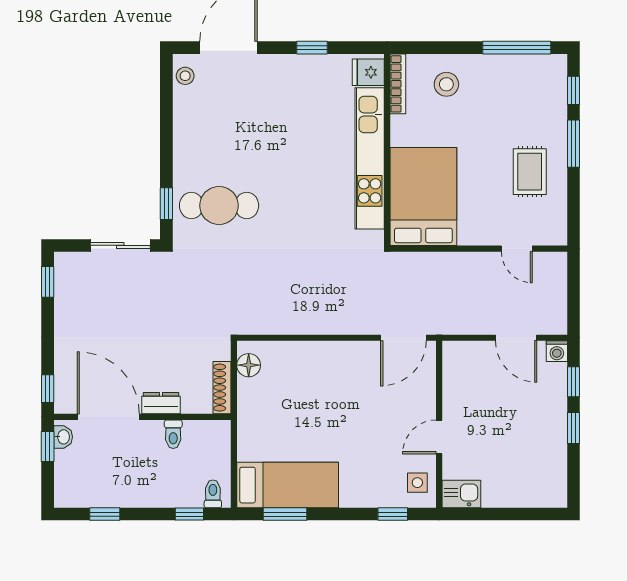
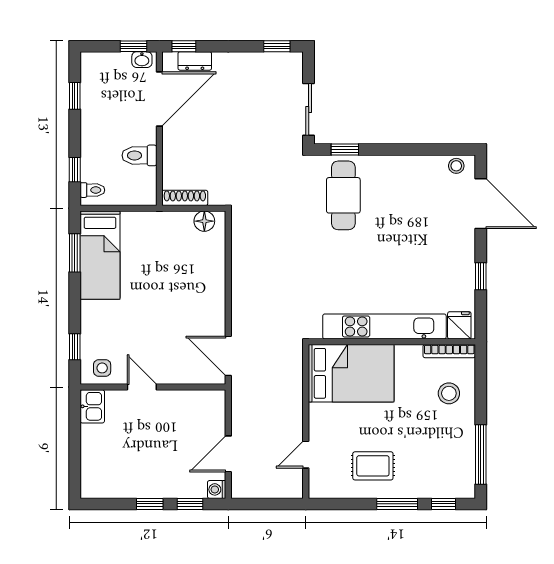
dresser: (161, 403) -> (195, 61), moved, turned 90
toilet: (173, 434) -> (139, 155), width x1.37, depth x1.39

